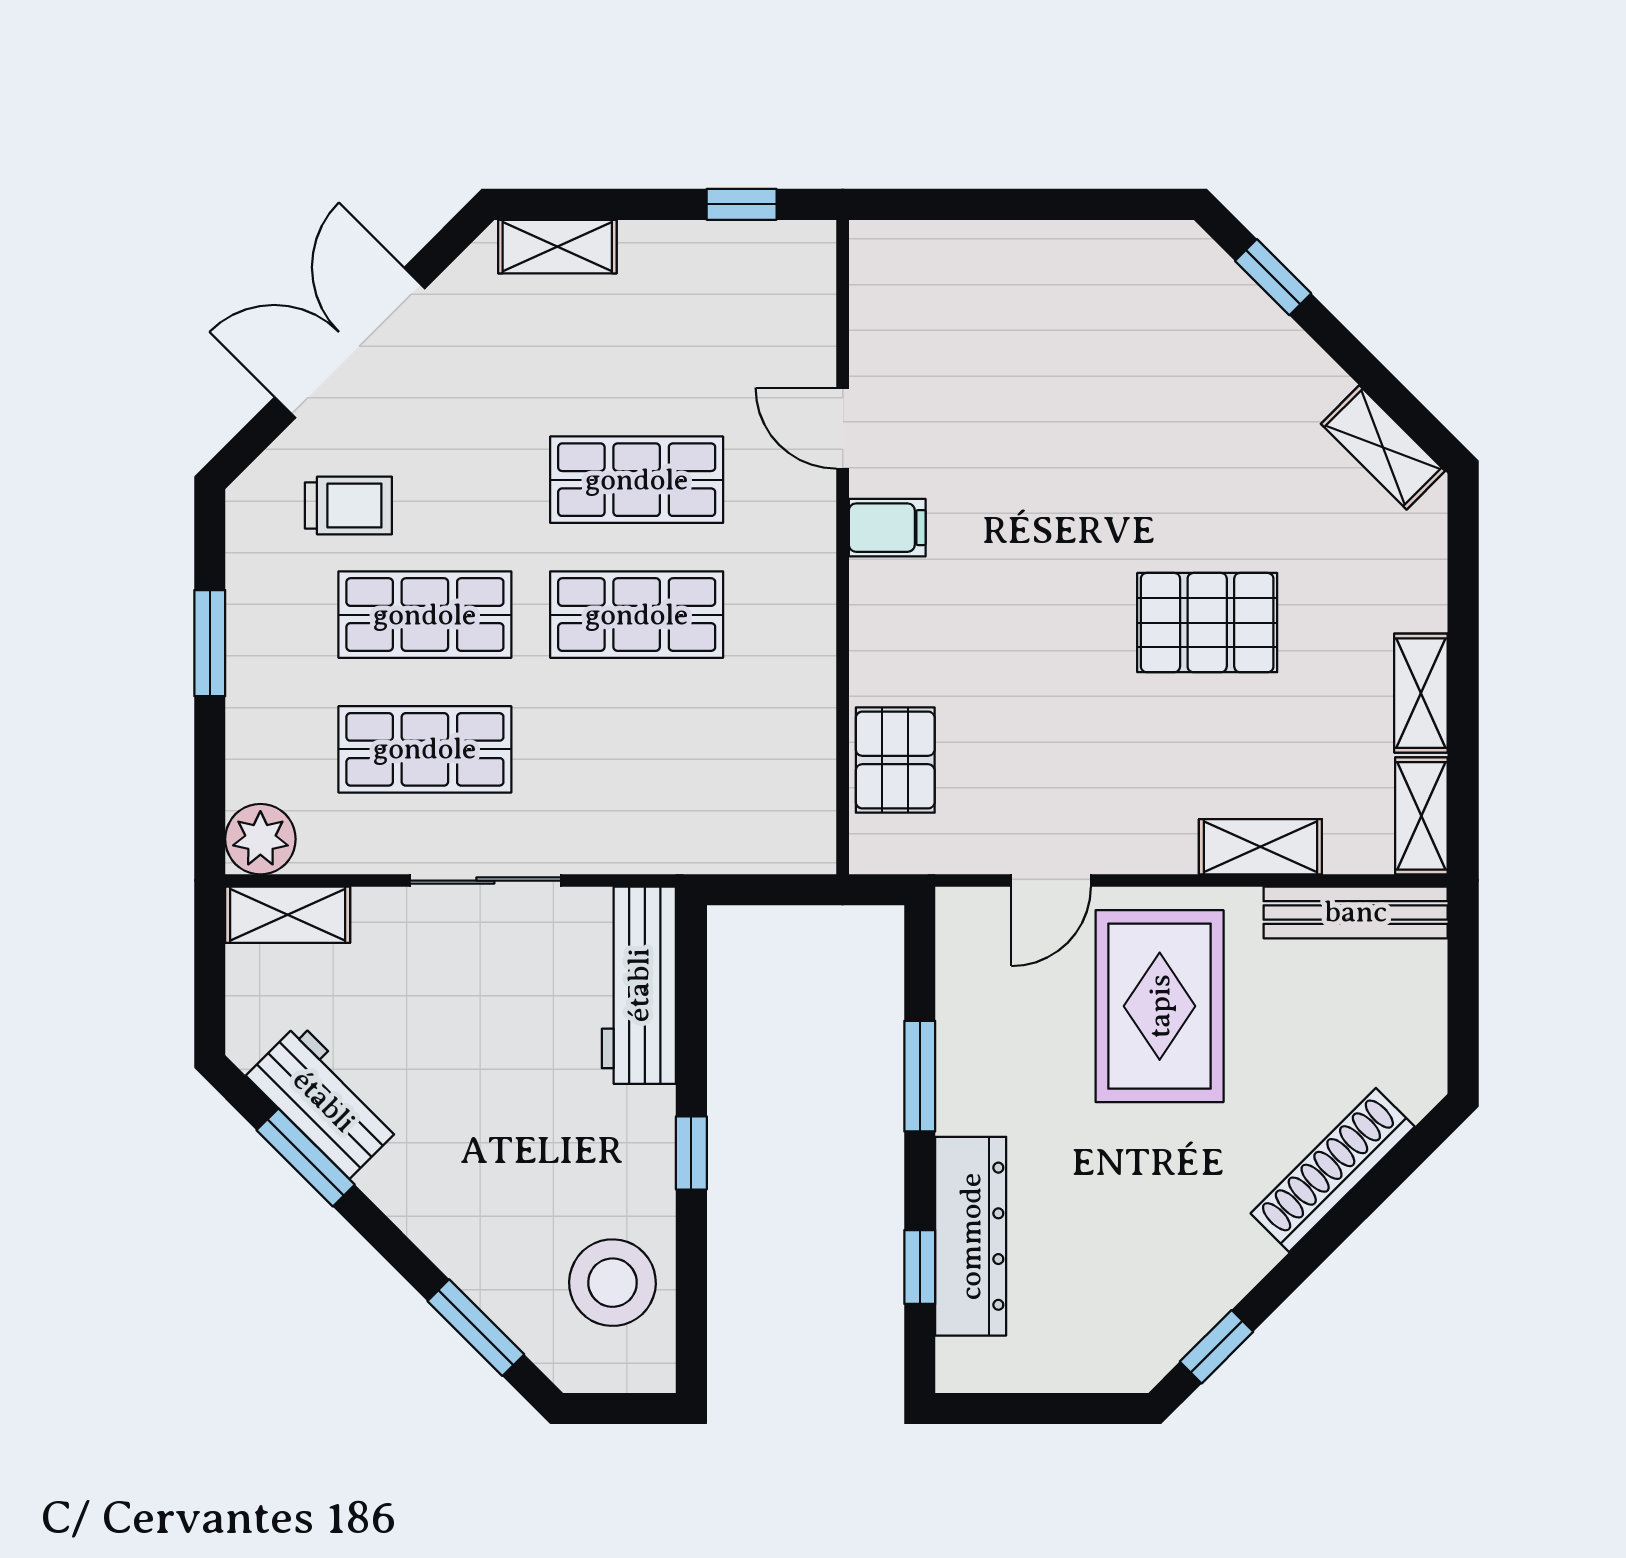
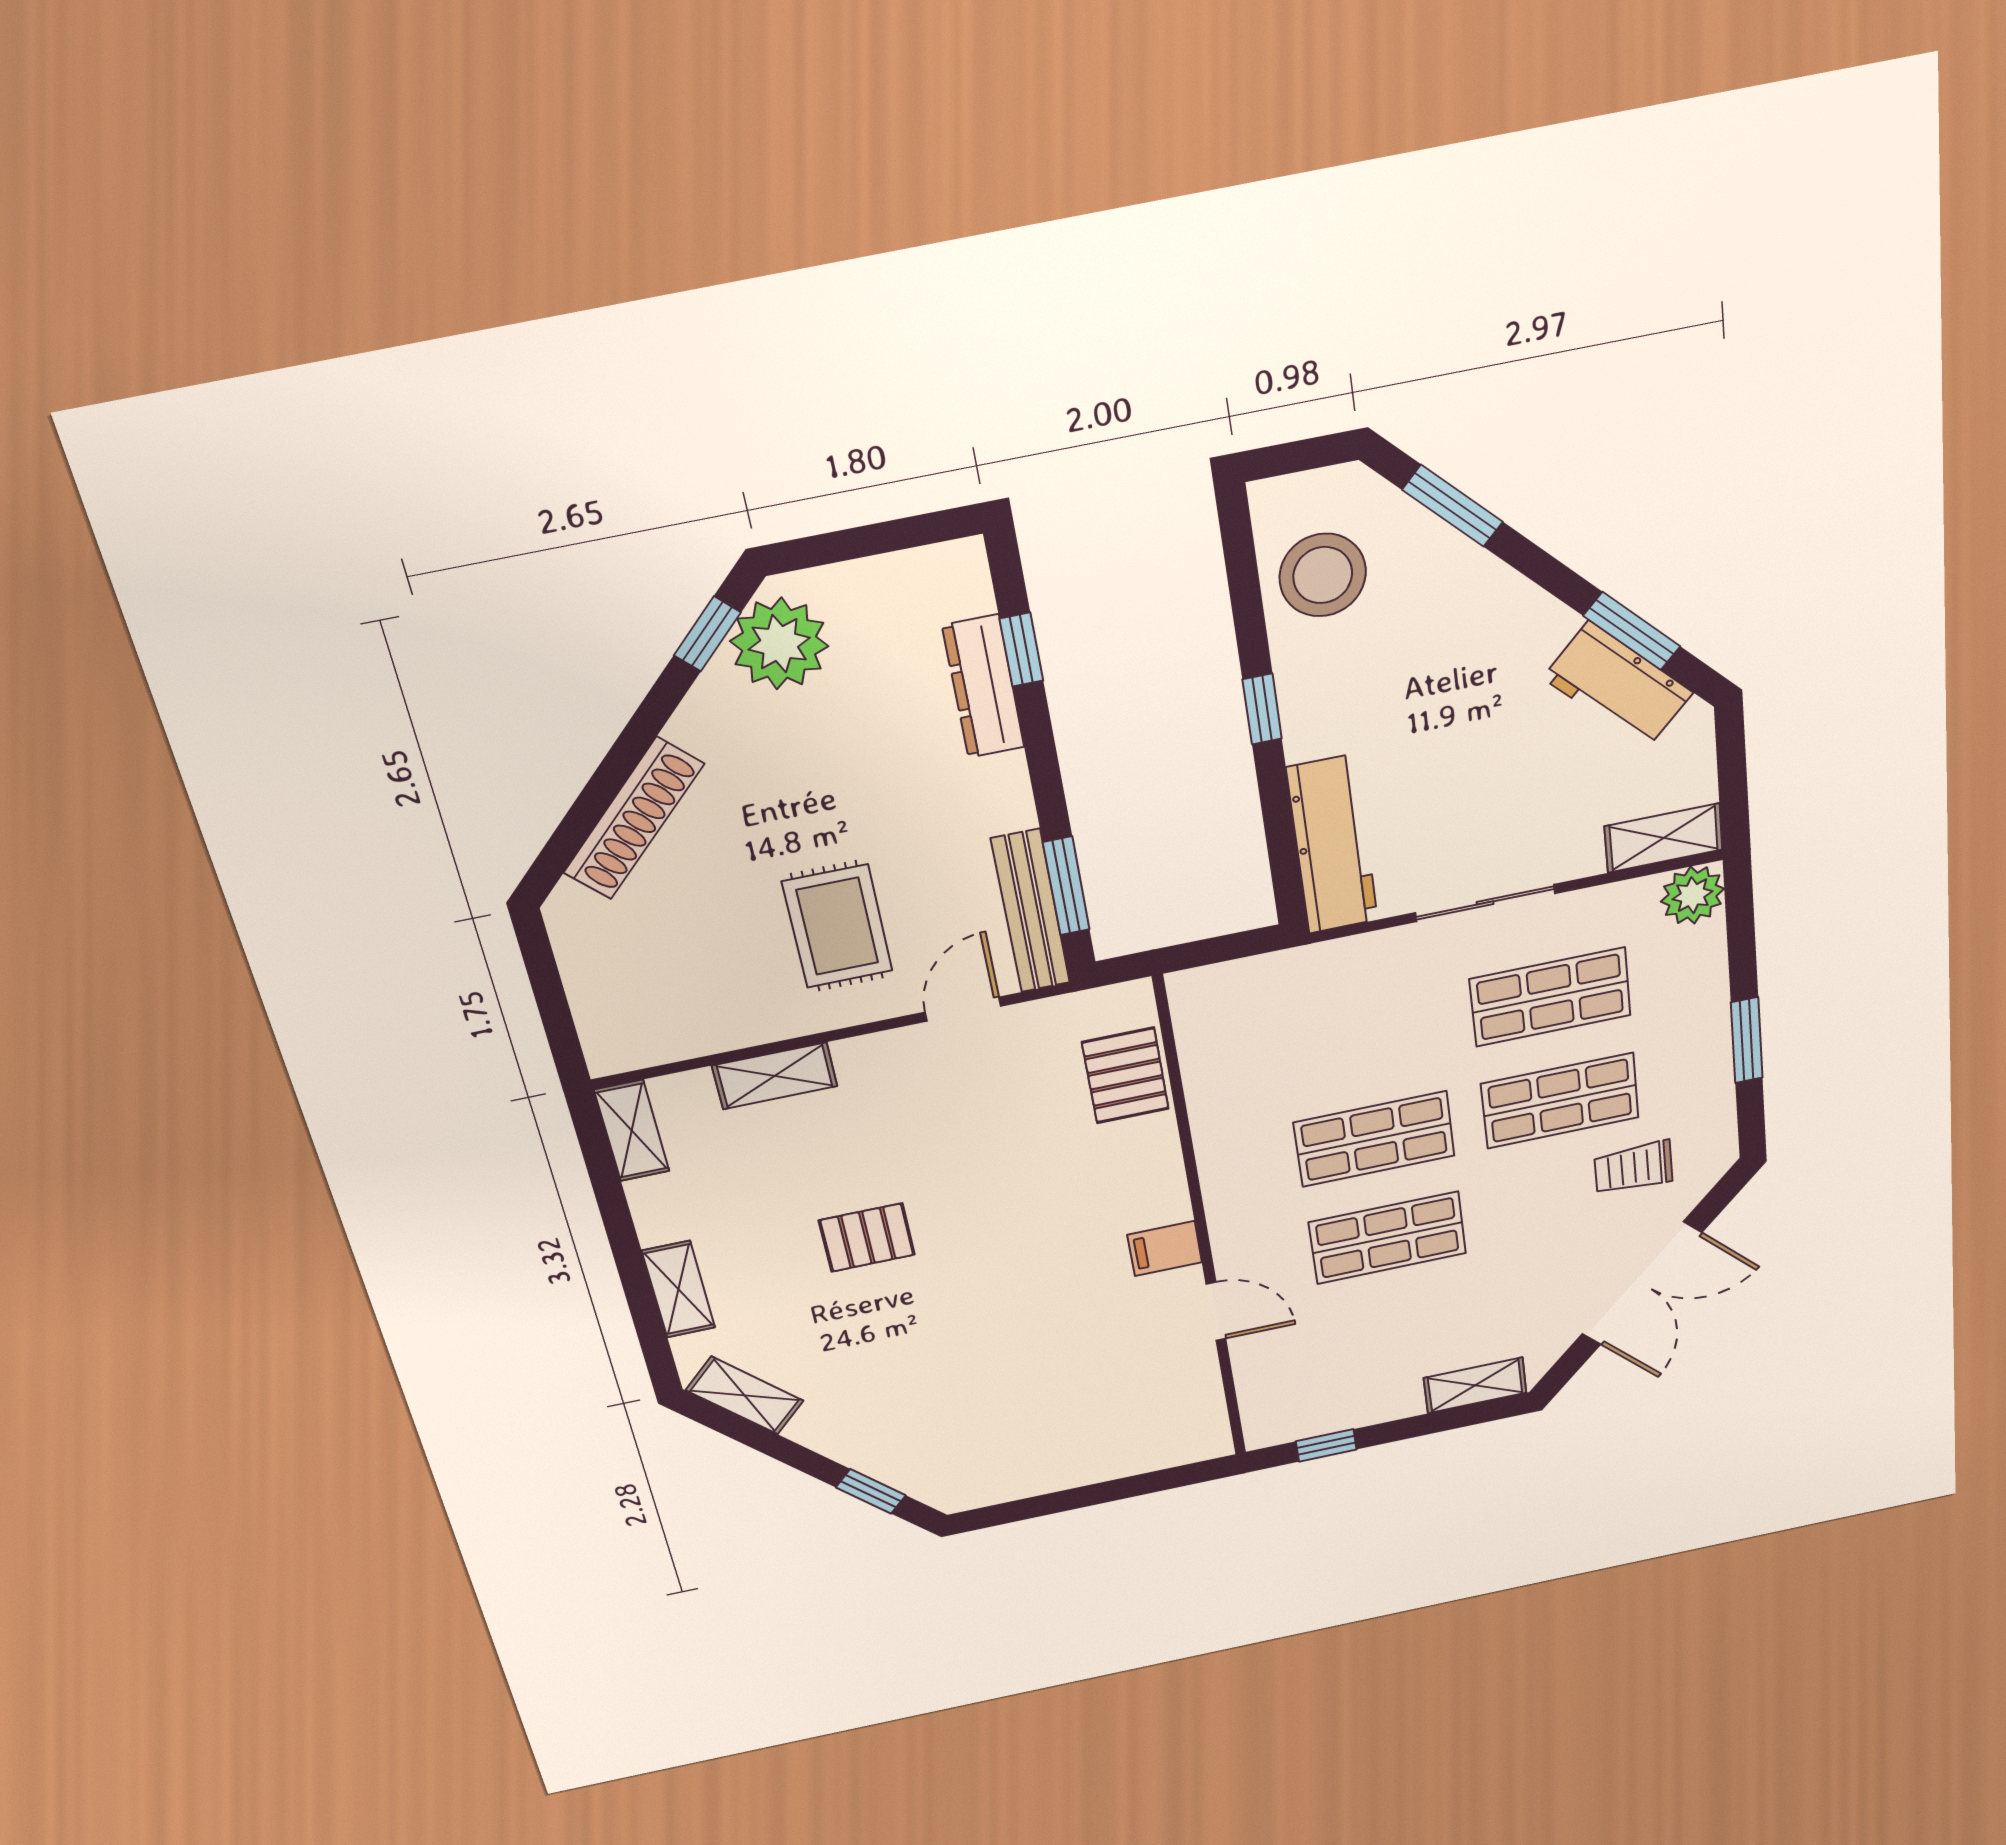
pallet: (1207, 623) -> (867, 1238), width x0.67, depth x0.71
shelving: (1421, 693) -> (679, 1289), moved
bench: (1356, 912) -> (1031, 911), moved, turned 90
rug: (1160, 1006) -> (837, 926), width x0.73, depth x0.70
window: (920, 1076) -> (1066, 886), moved
dresser: (971, 1236) -> (983, 687), width x0.73, depth x0.80
plant: (1151, 1323) -> (779, 644), added

